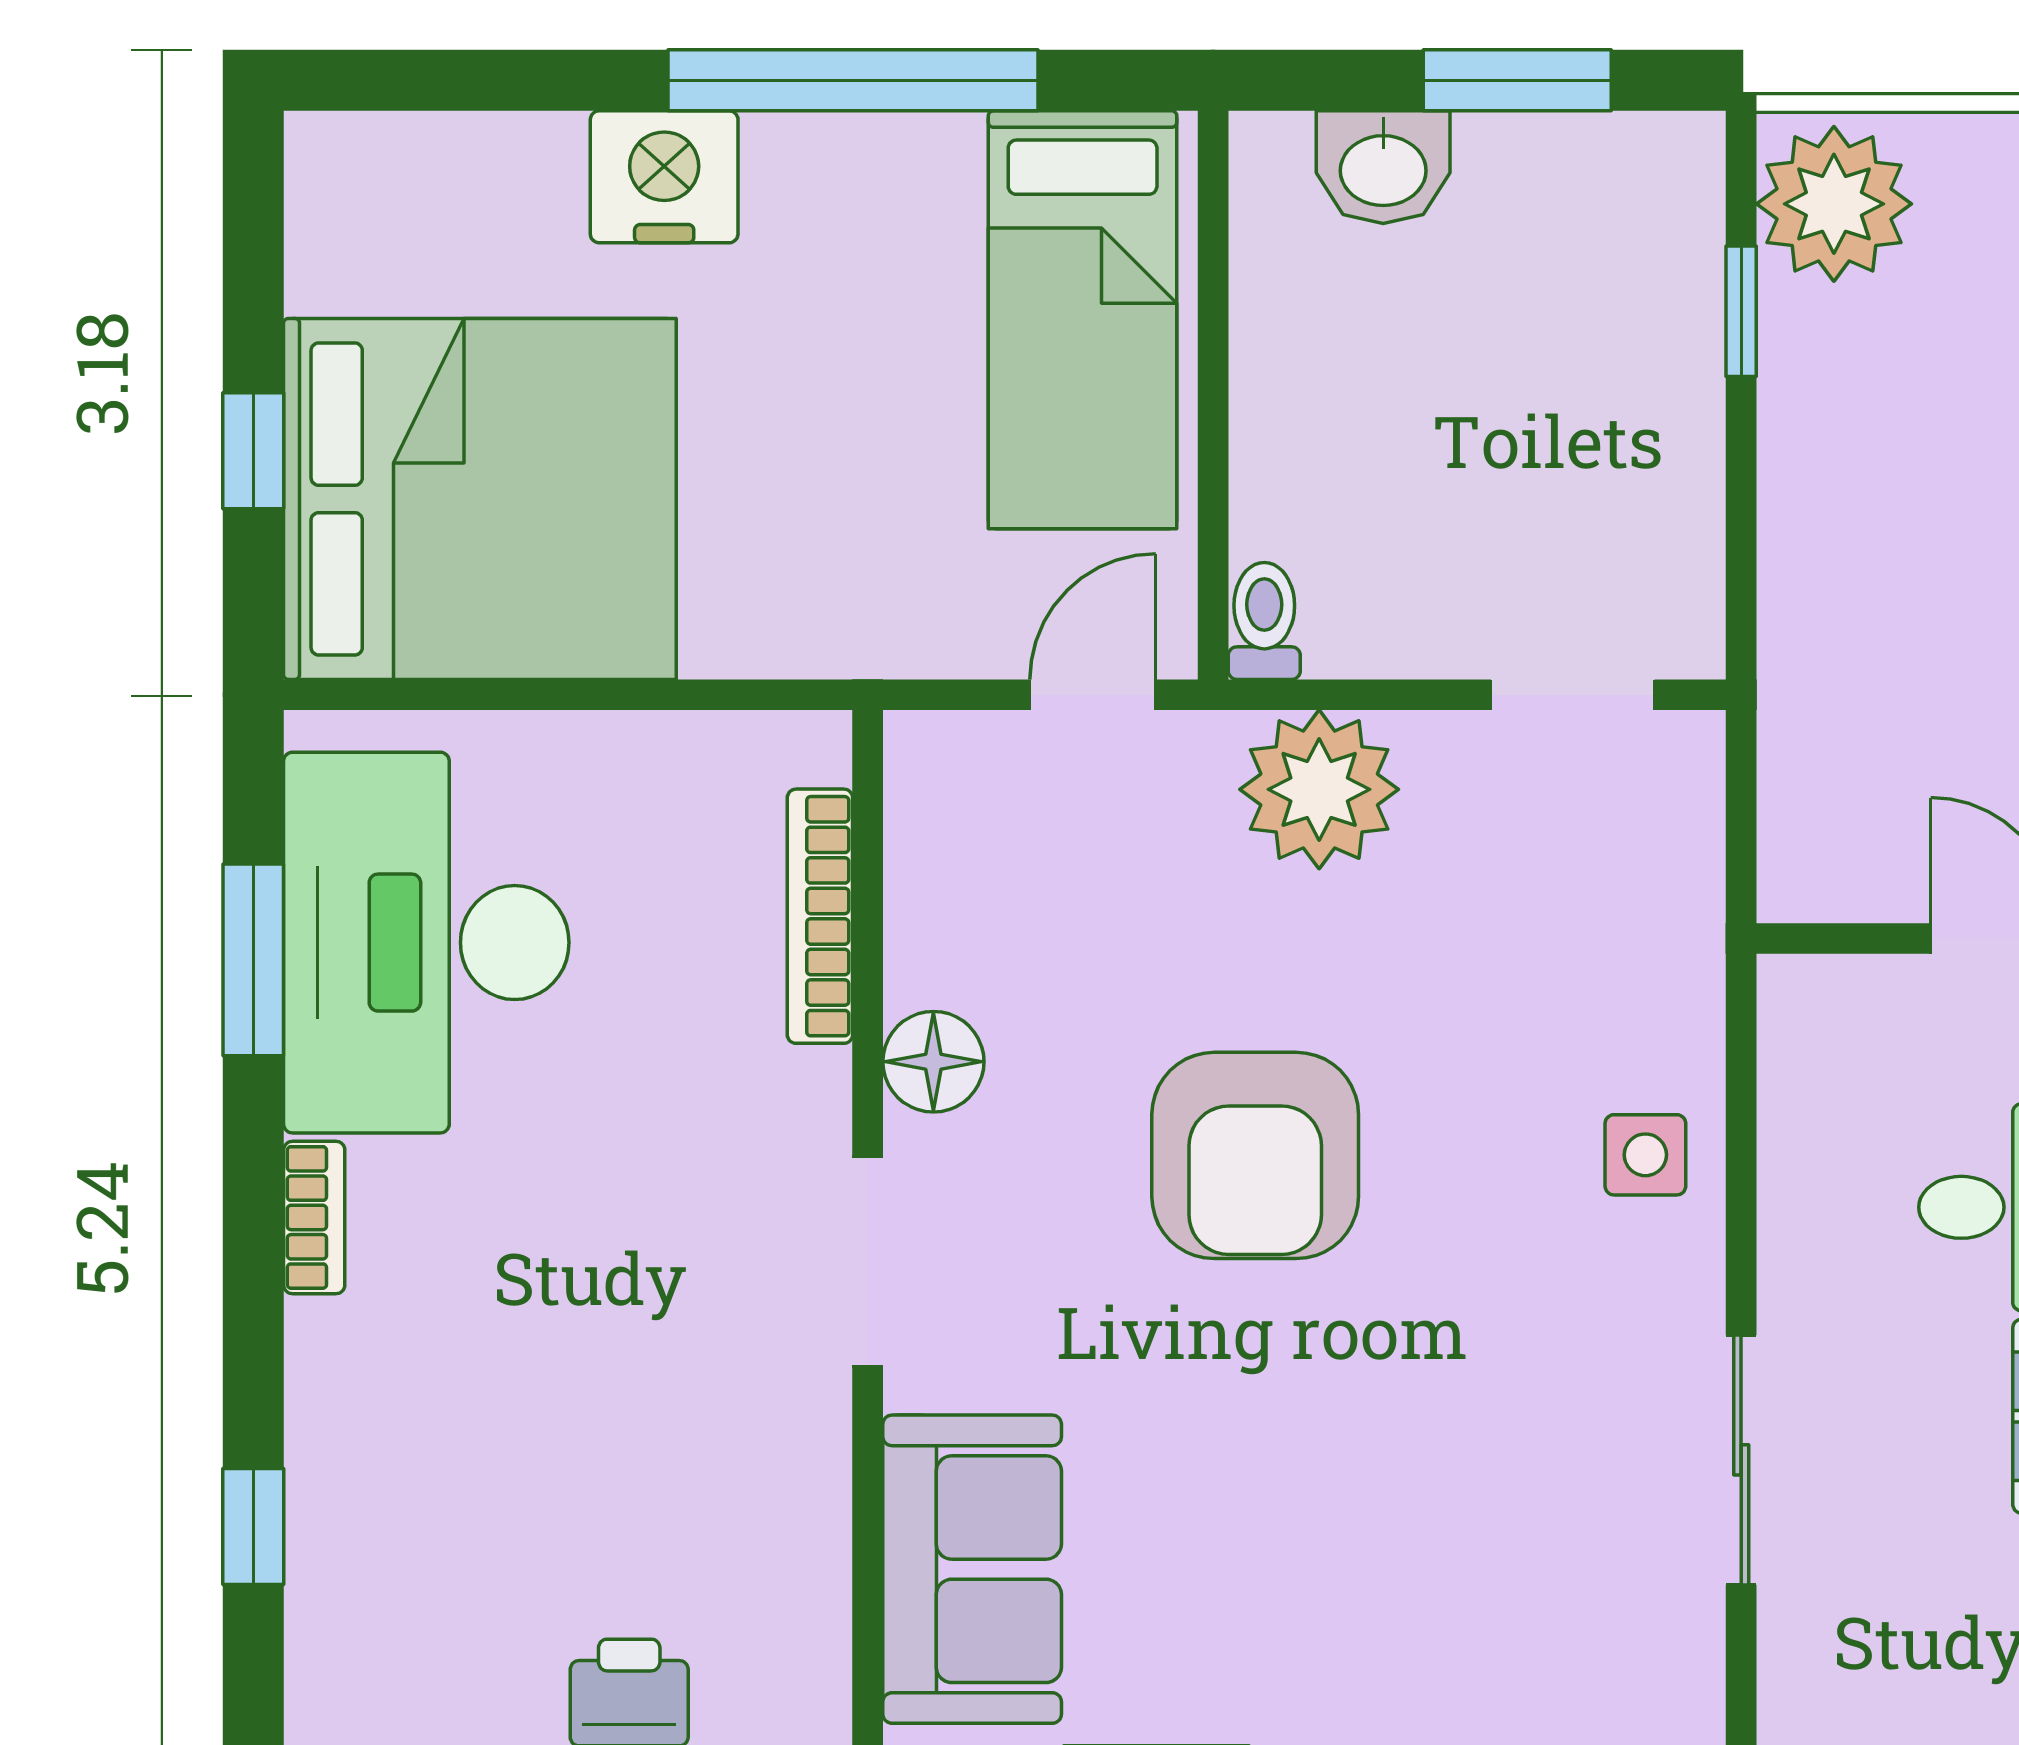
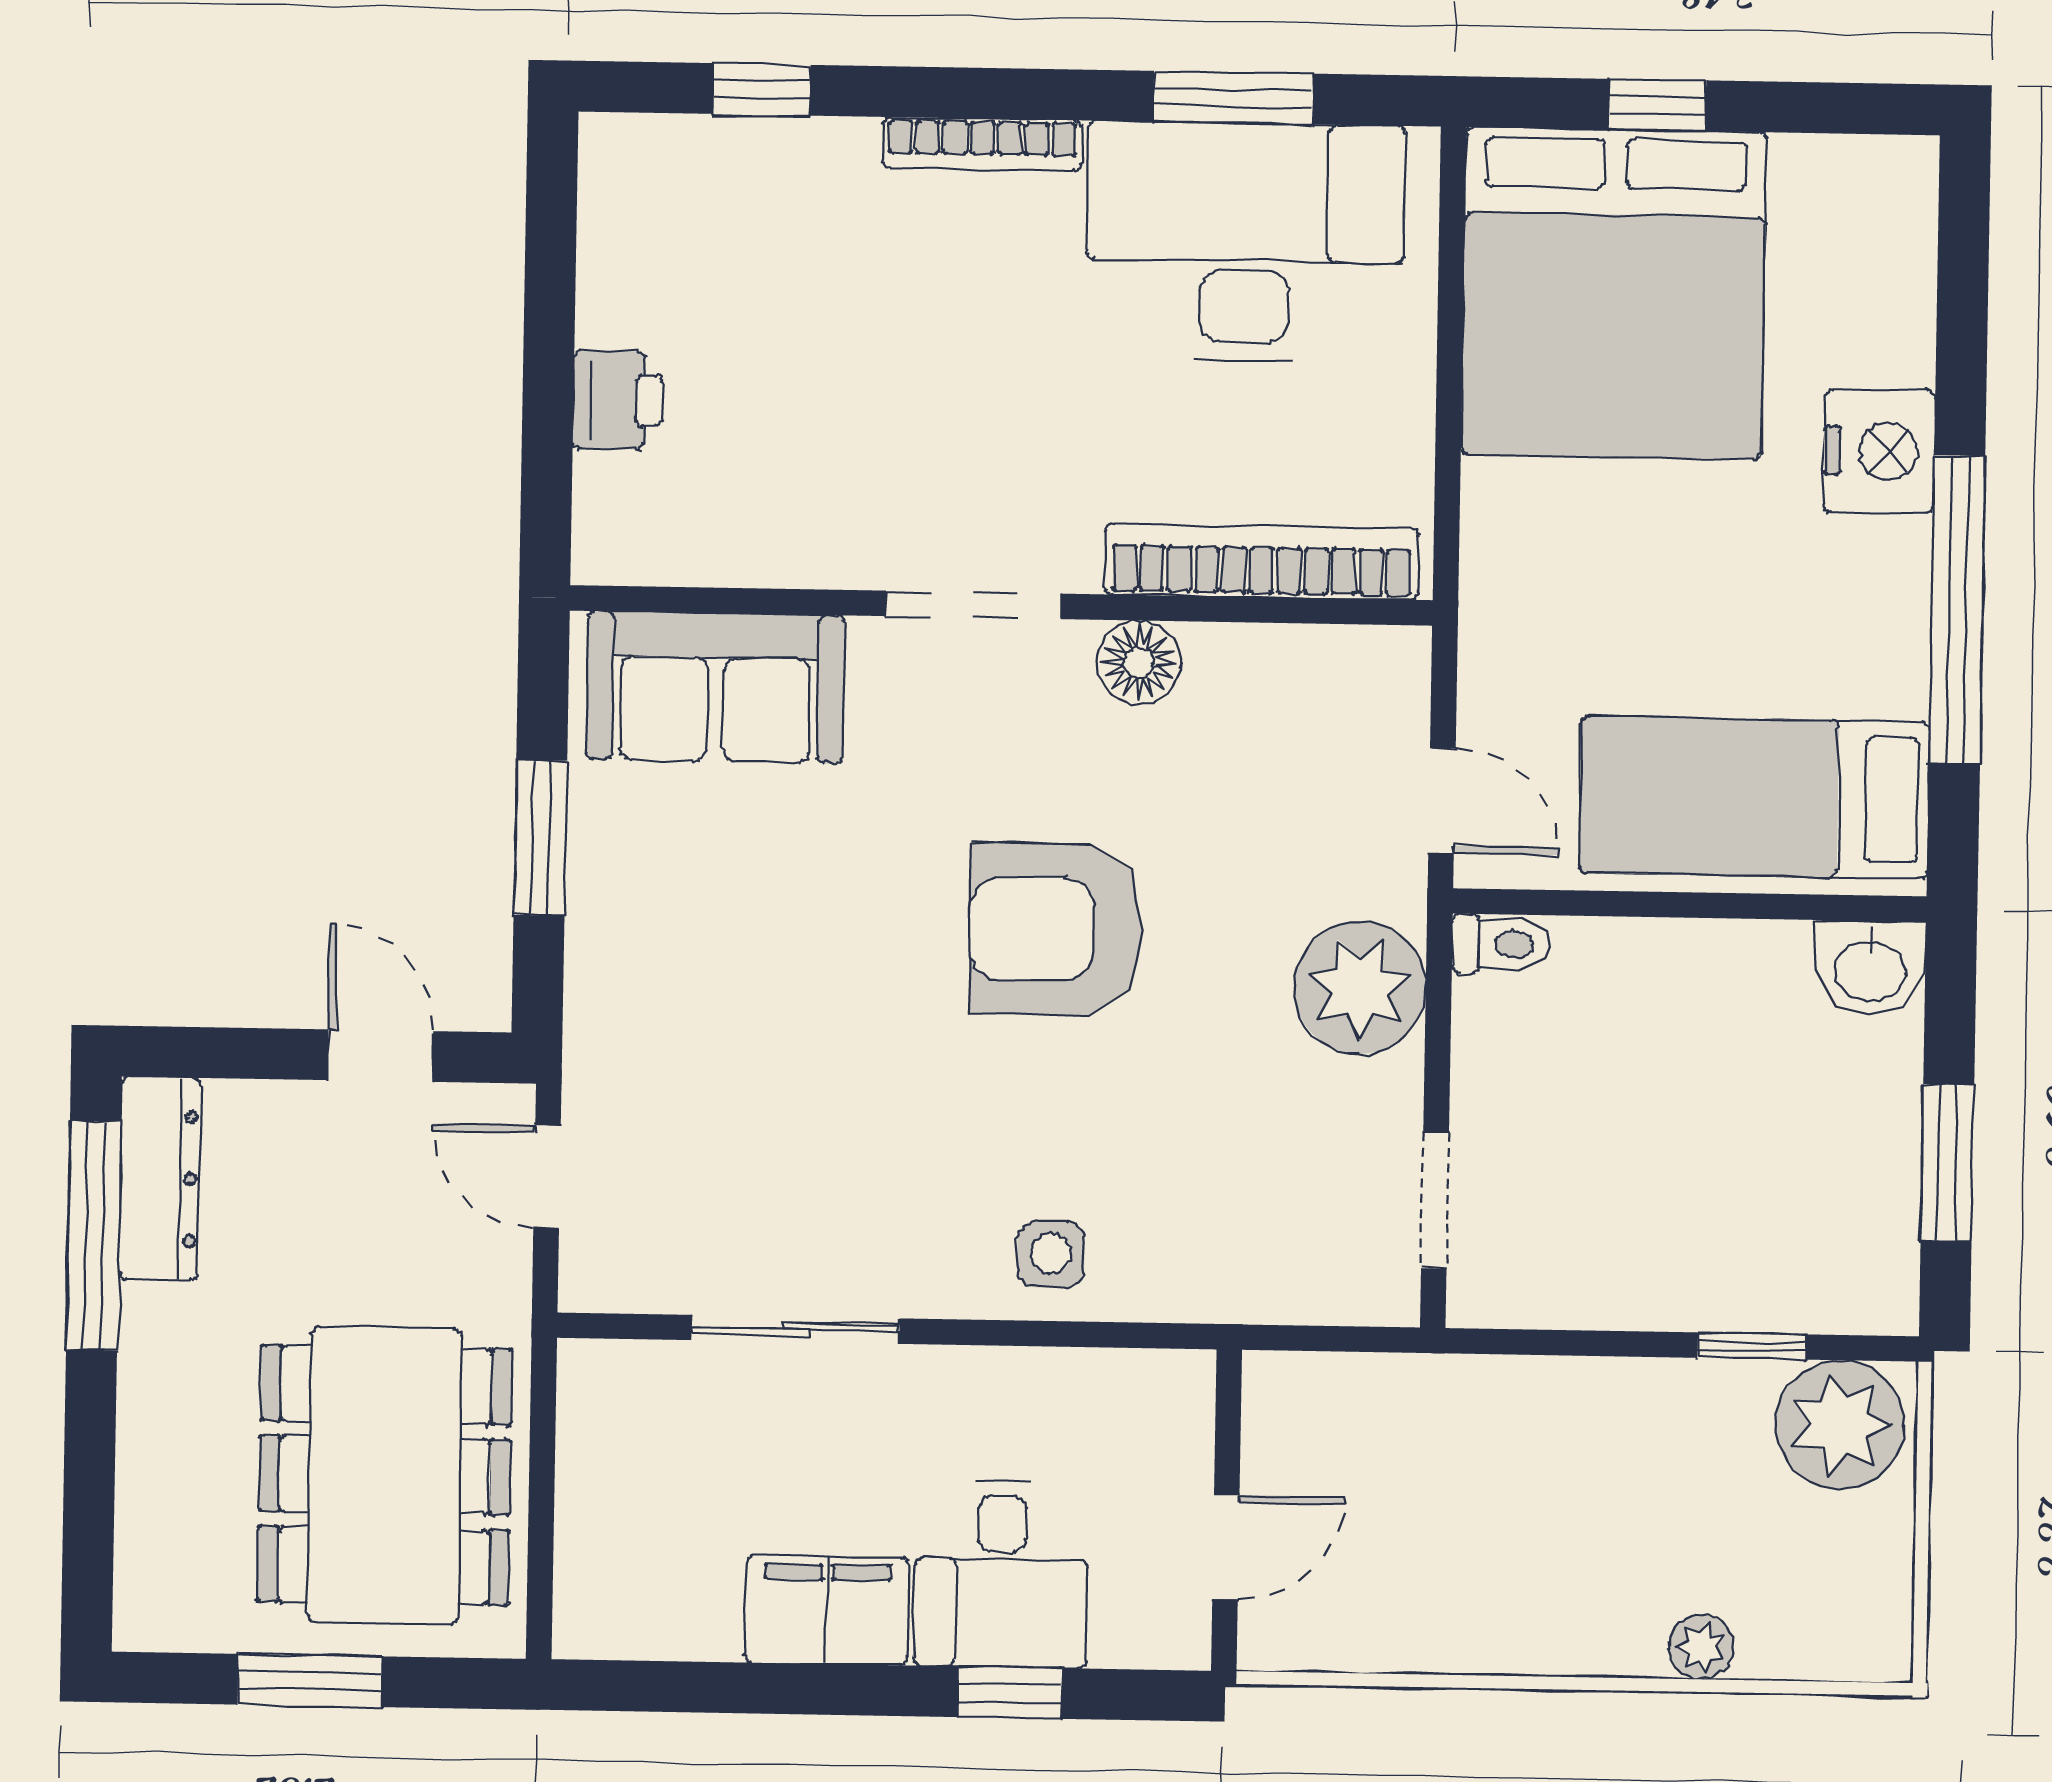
washbasin: (1383, 167) -> (1870, 968), moved, turned -90
bookcase: (820, 916) -> (1262, 562), width x1.48, depth x1.31
bookcase: (314, 1217) -> (982, 144), width x1.56

